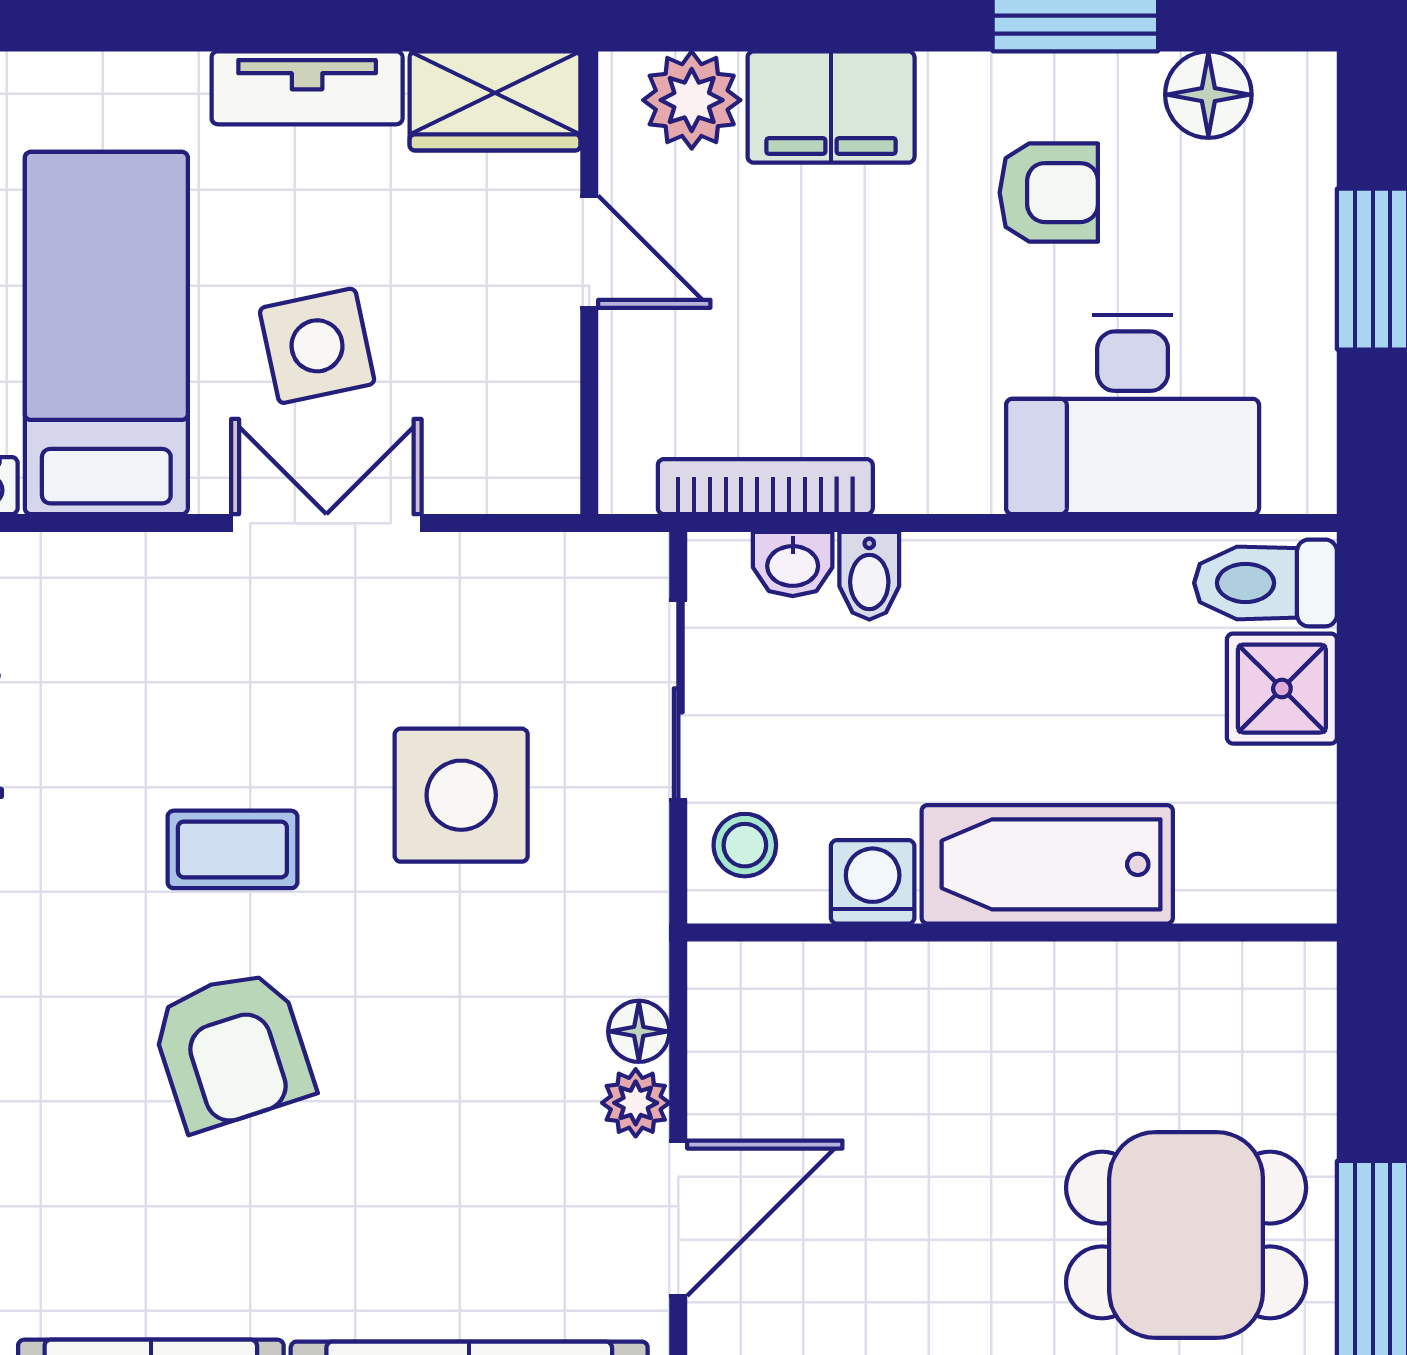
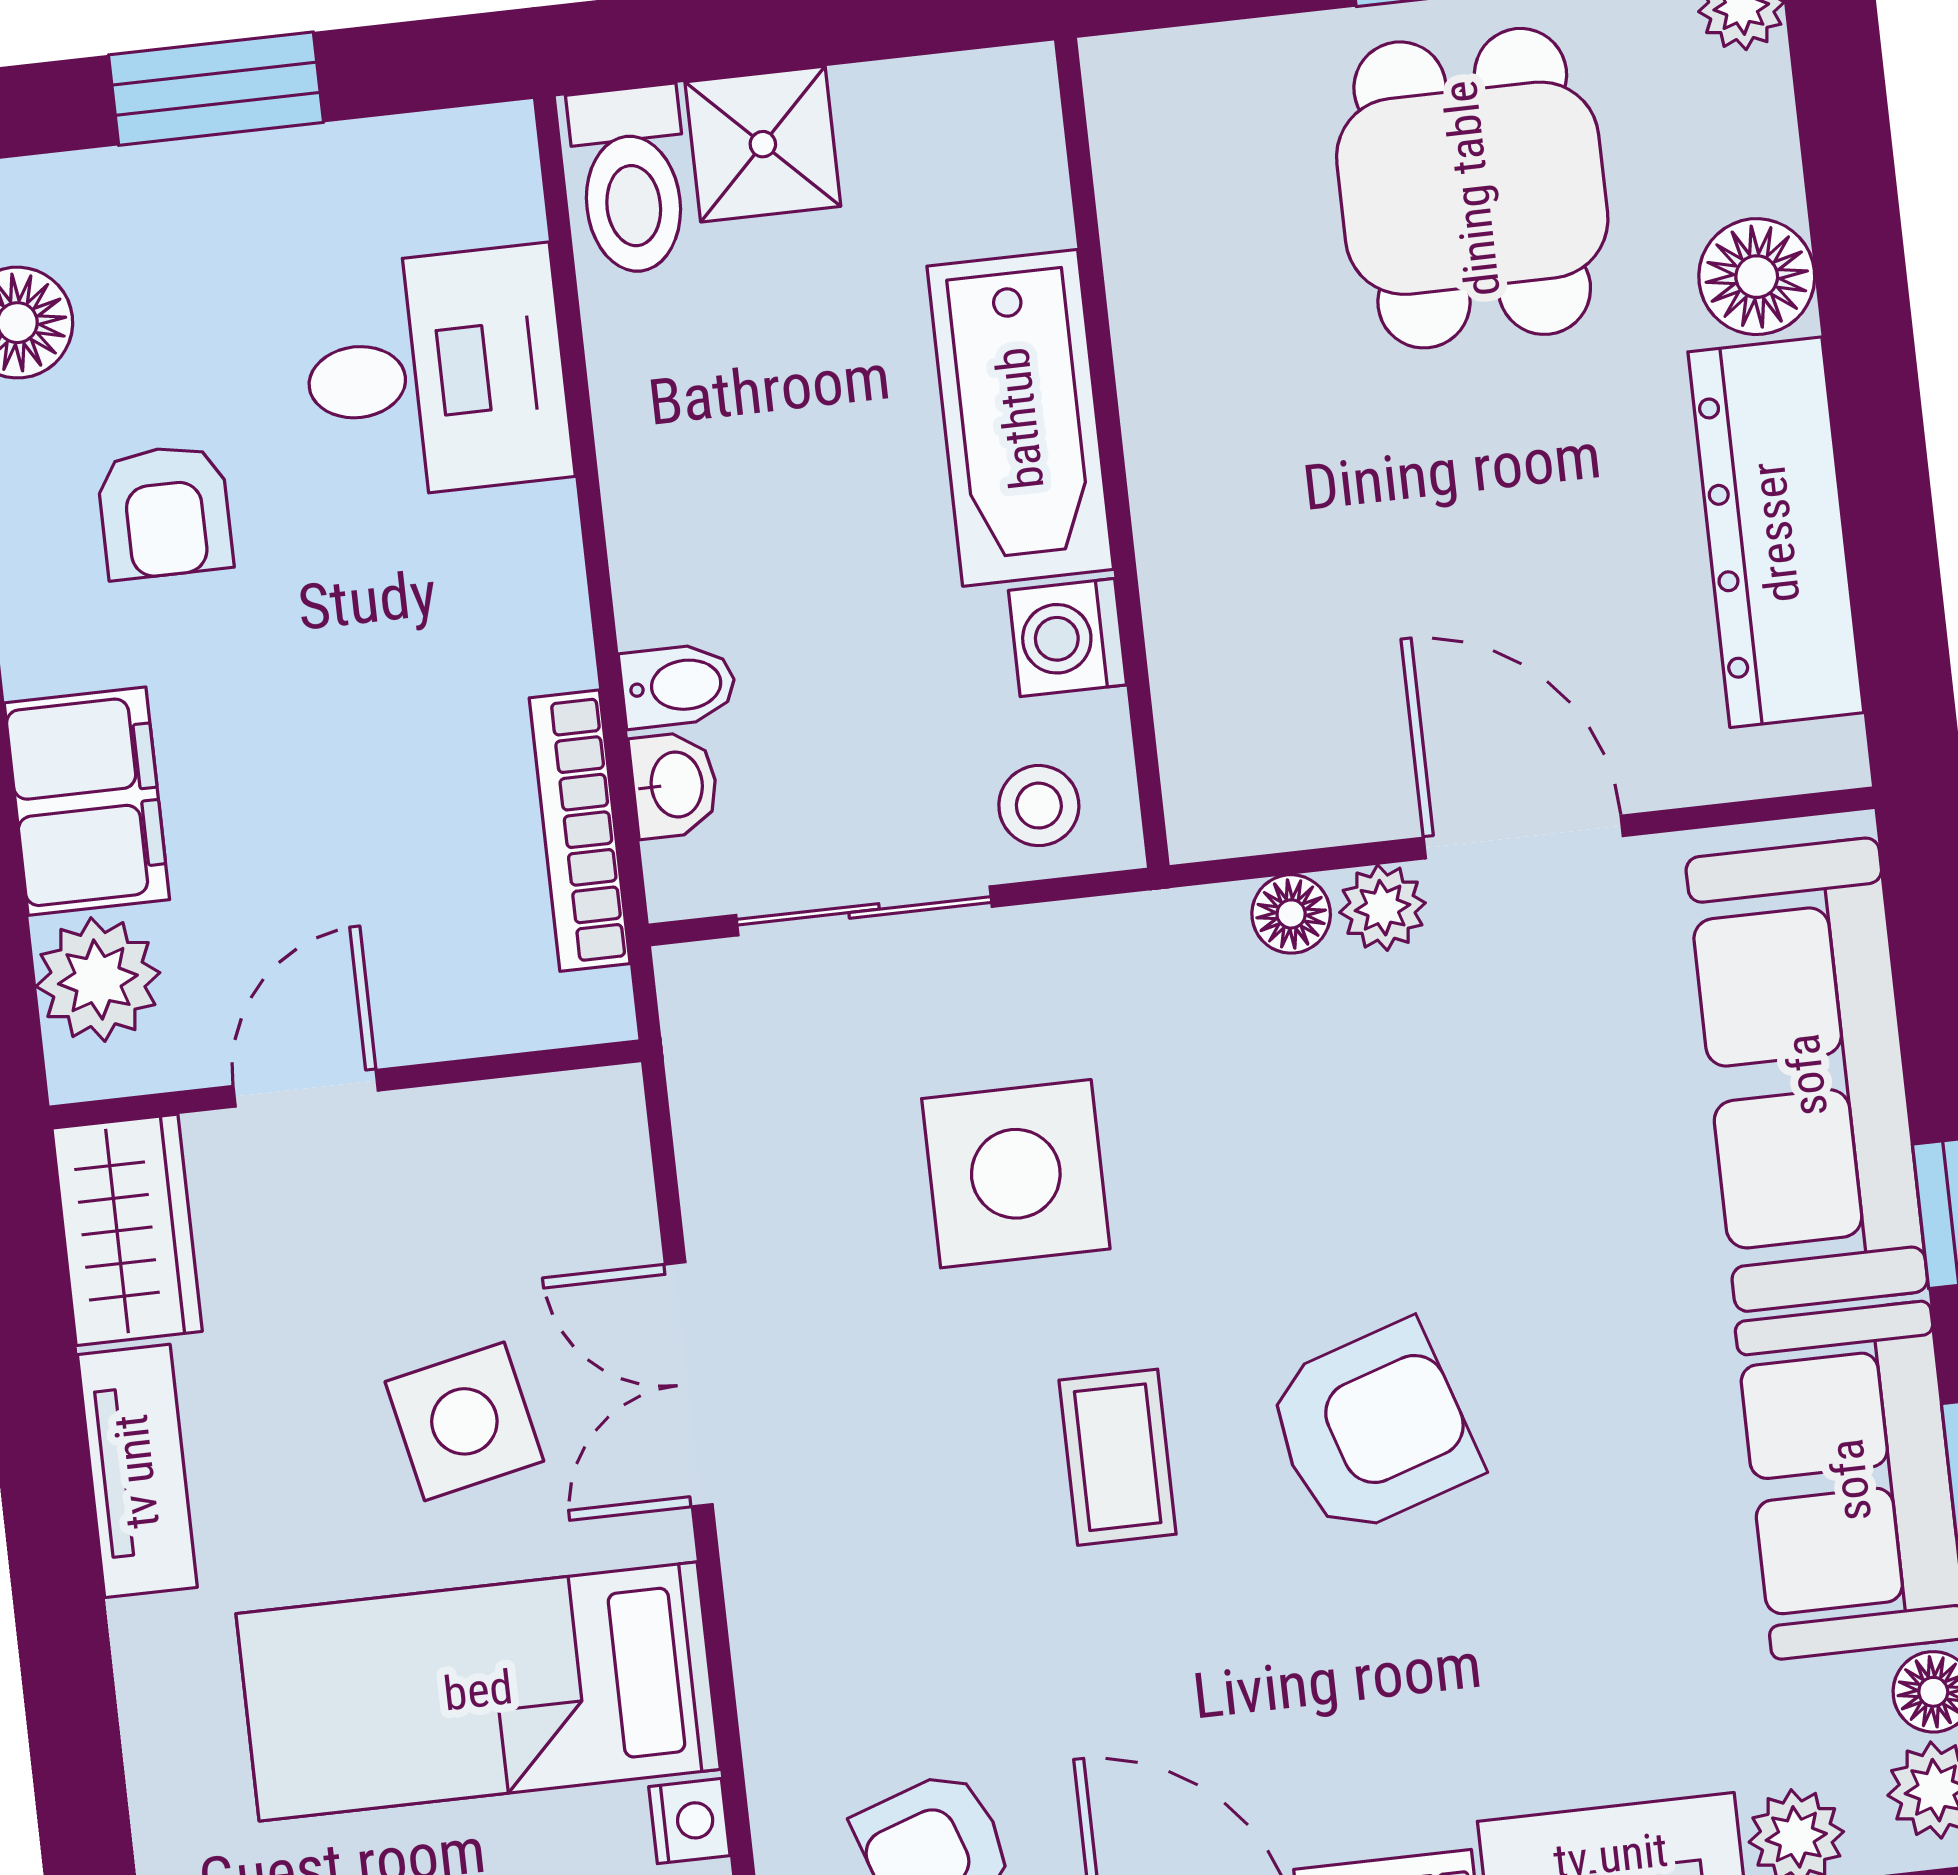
armchair: (1049, 193) -> (165, 512), turned 180
desk: (1133, 415) -> (436, 373), width x0.73

